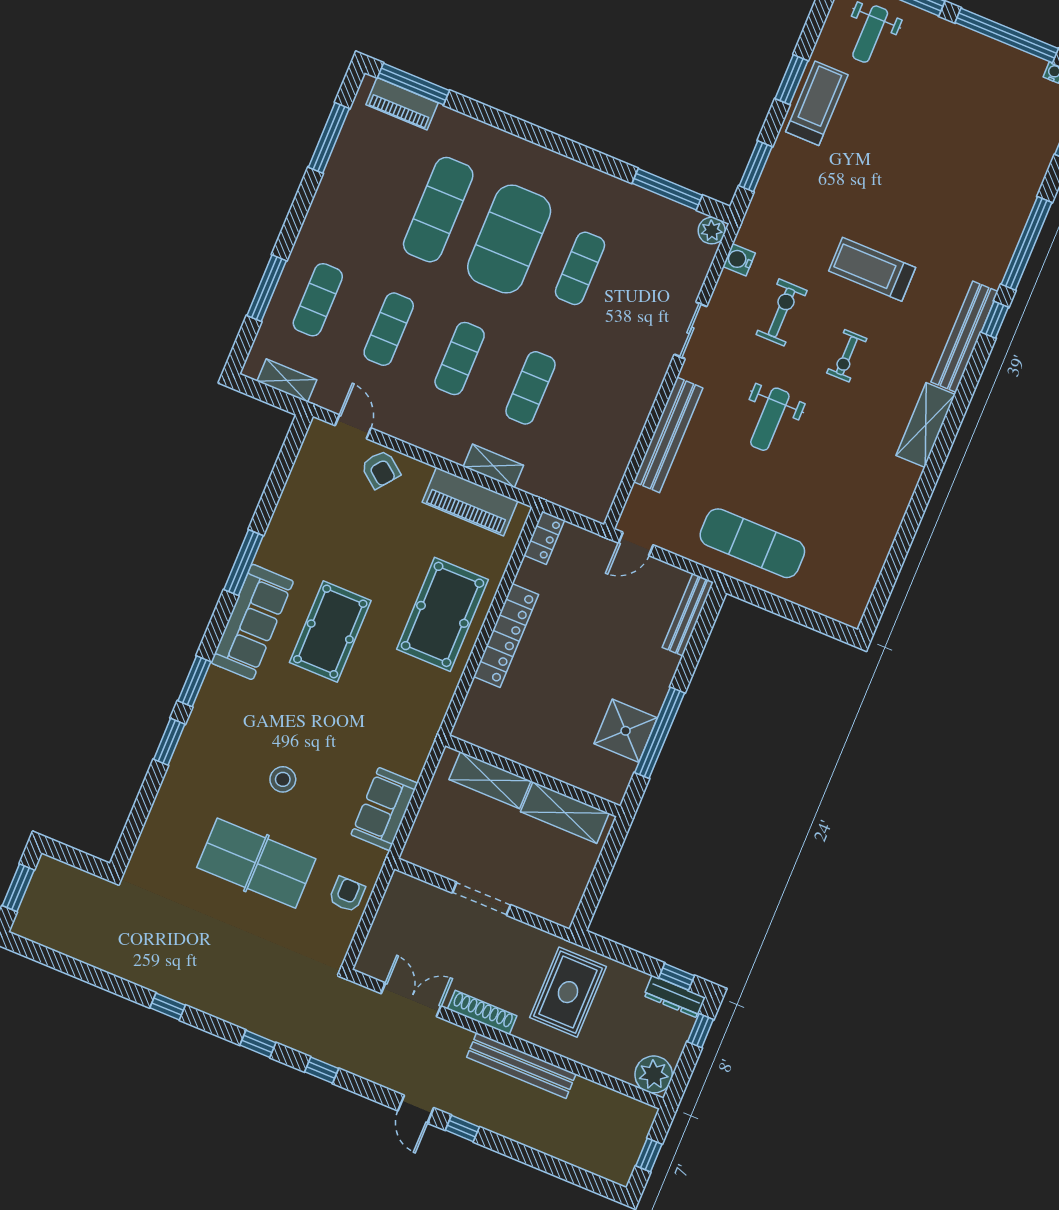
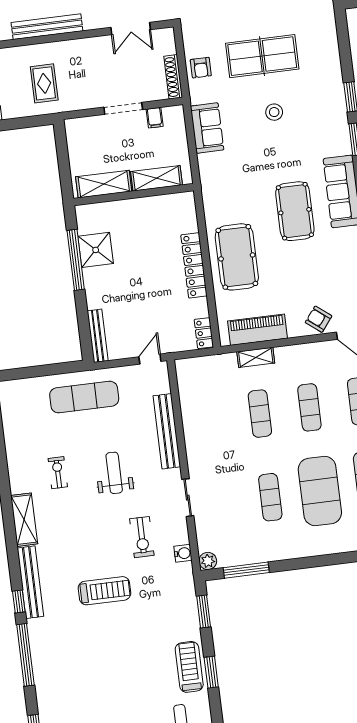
treadmill: (817, 103) -> (189, 667), turned 180
exercise bike: (847, 356) -> (58, 473), moved
filing cabinet: (447, 863) -> (155, 118), added
rug: (568, 992) -> (44, 83), width x0.73, depth x0.70
shoe rack: (482, 1012) -> (173, 77), moved, turned 90

